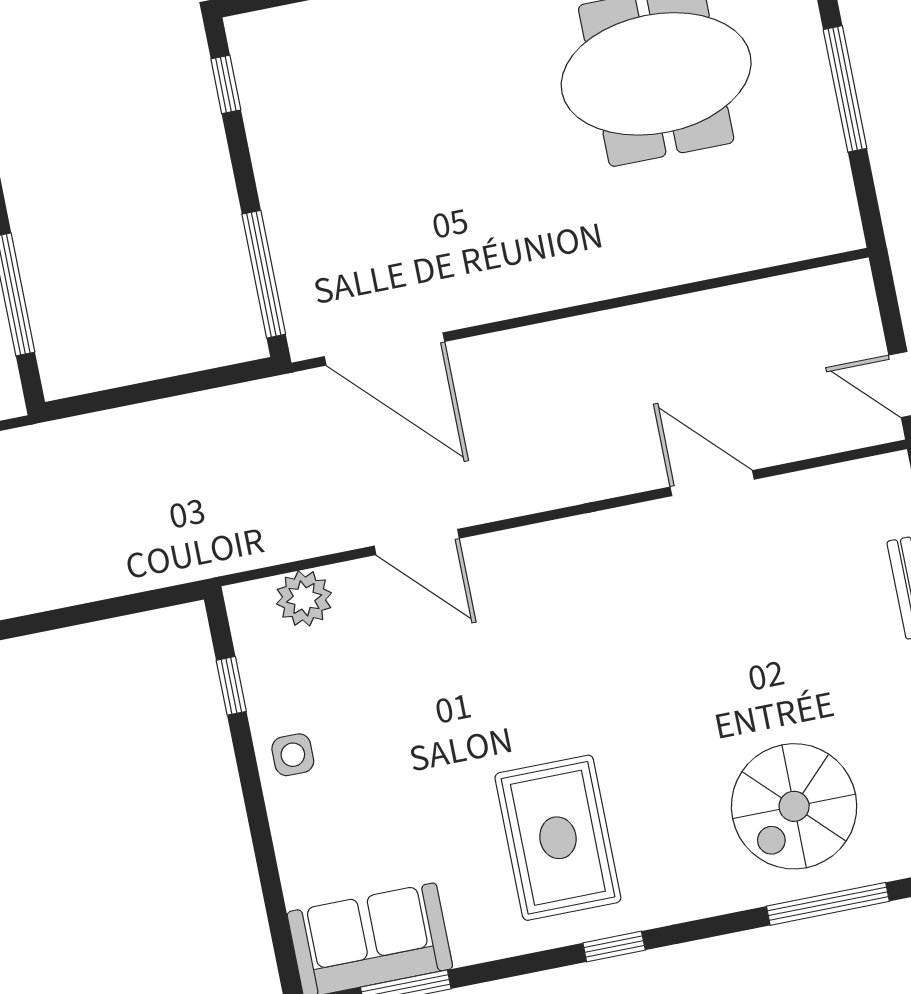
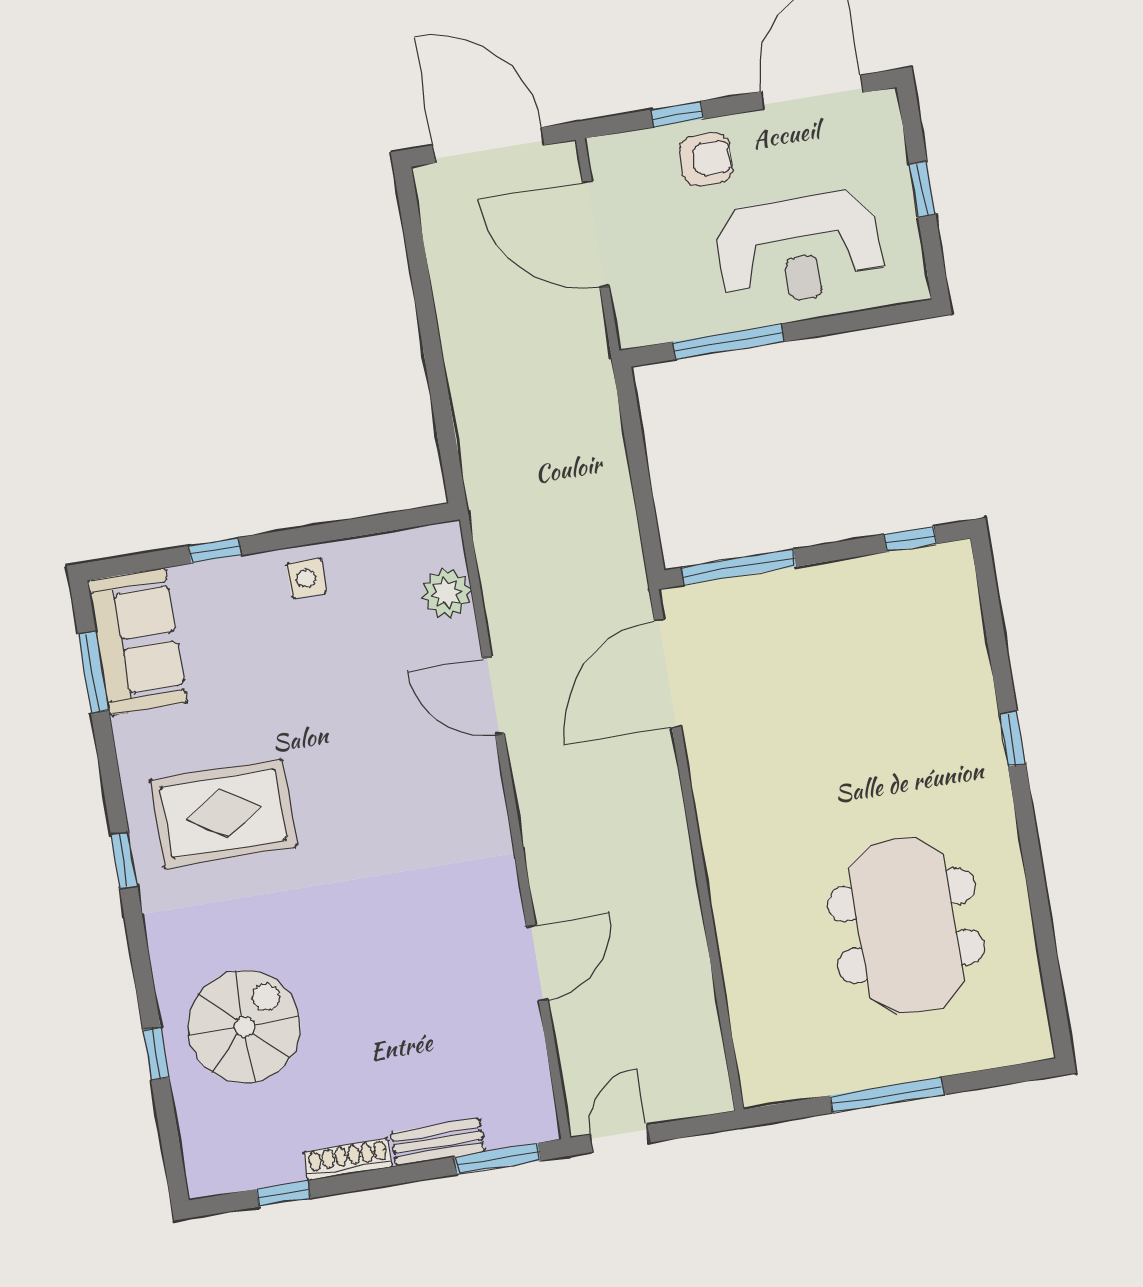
door: (417, 542) -> (493, 696), hinge flipped
window: (231, 686) -> (215, 551), moved
spiral stairs: (794, 806) -> (244, 1027), turned 90
window: (828, 904) -> (156, 1054), width x0.46

